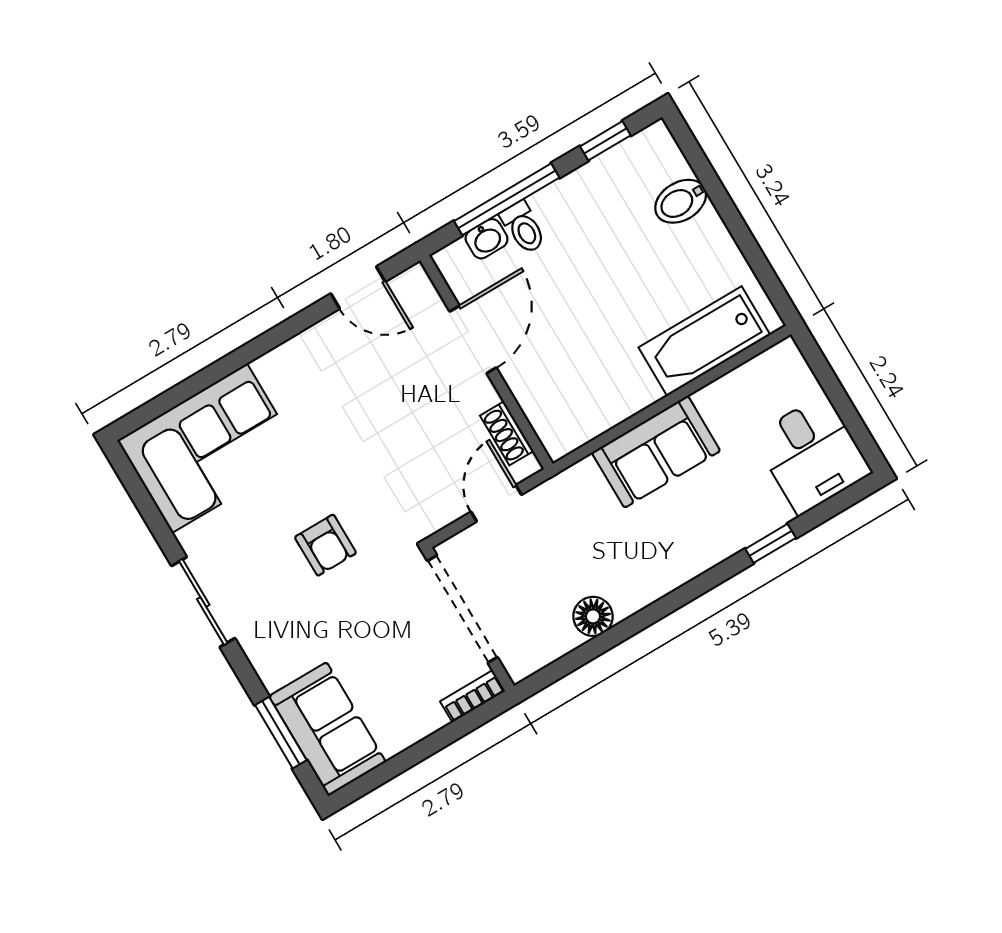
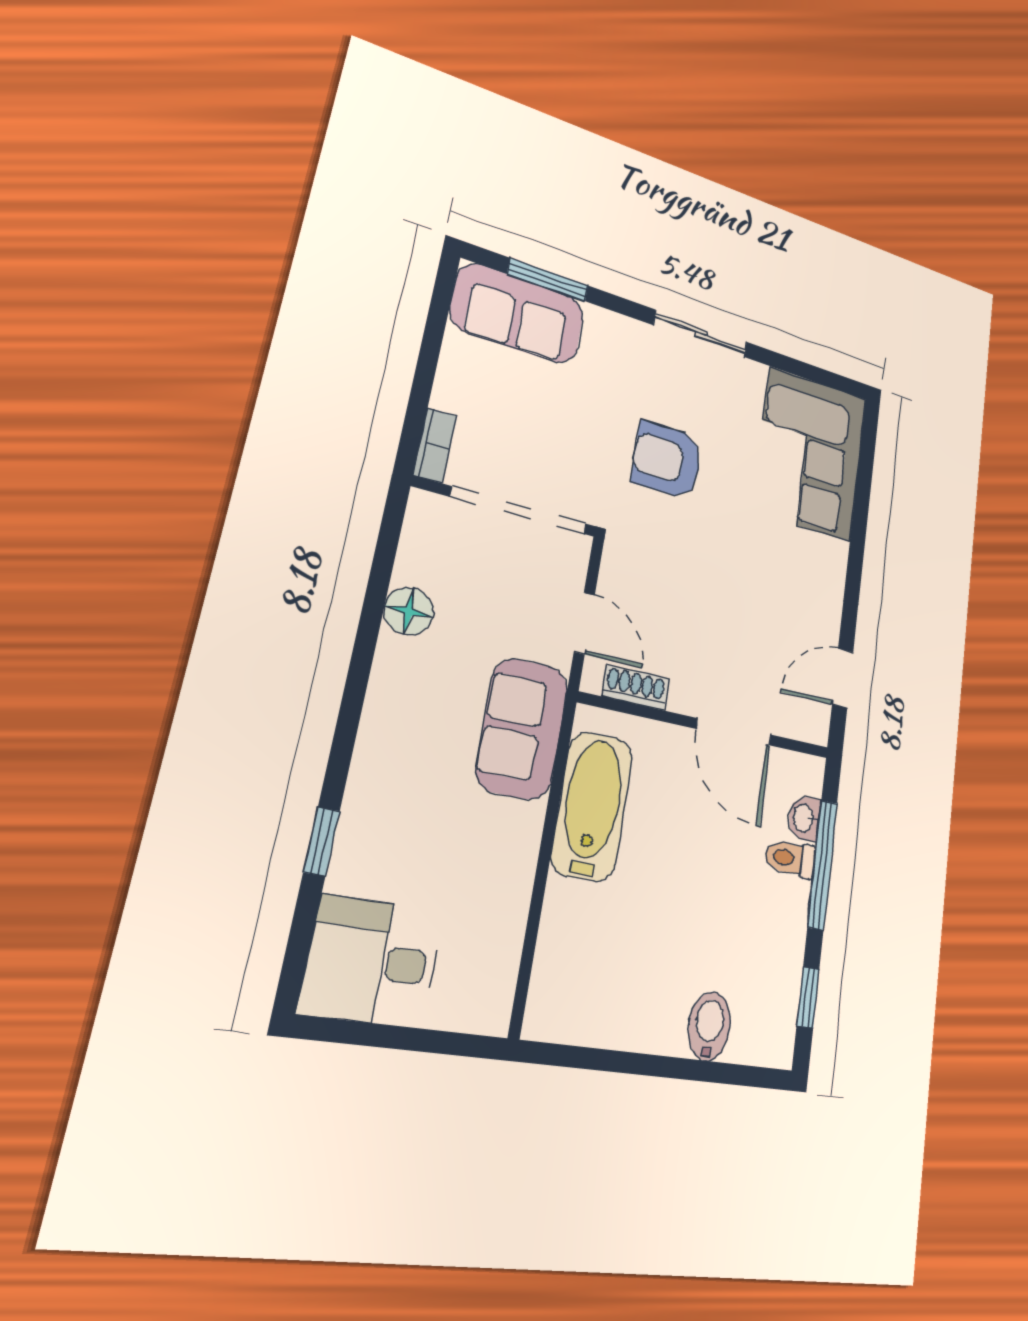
bathtub: (704, 341) -> (592, 806), moved
sofa: (656, 452) -> (522, 728), moved
armchair: (325, 545) -> (667, 460), width x1.38, depth x1.38

